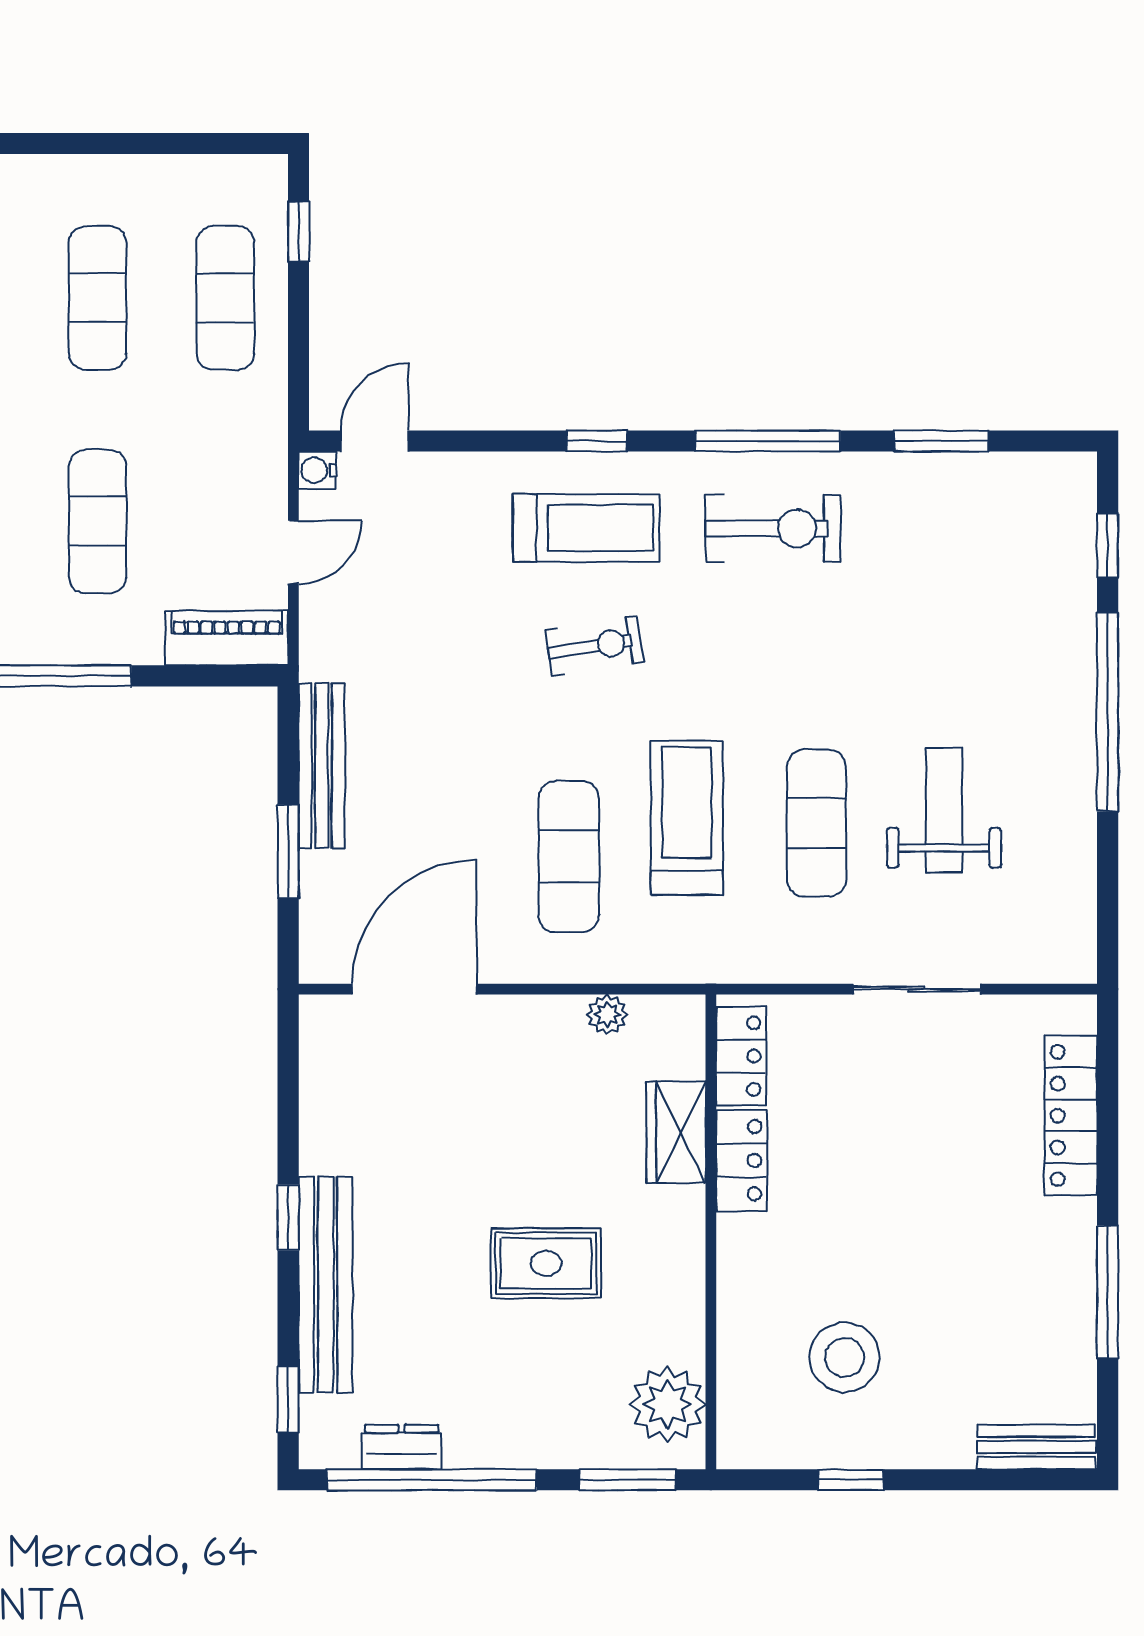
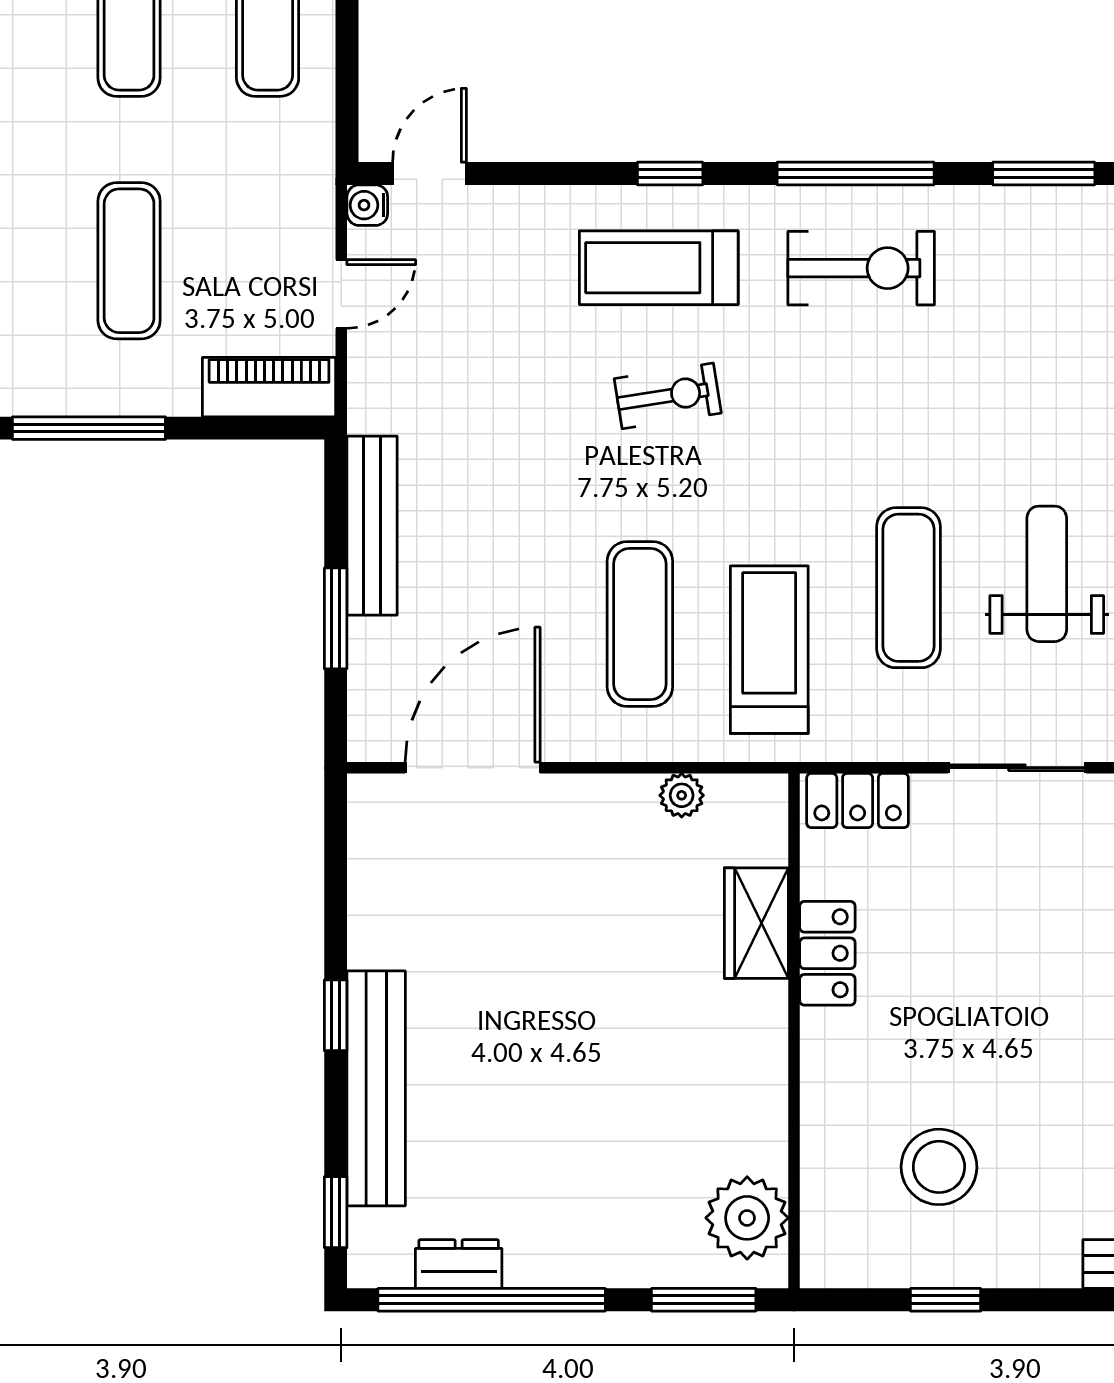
treadmill: (586, 528) -> (659, 268), turned 180
treadmill: (687, 818) -> (769, 650), moved
locker: (741, 1056) -> (858, 800), moved, turned 90
rug: (546, 1263) -> (615, 1065), removed

